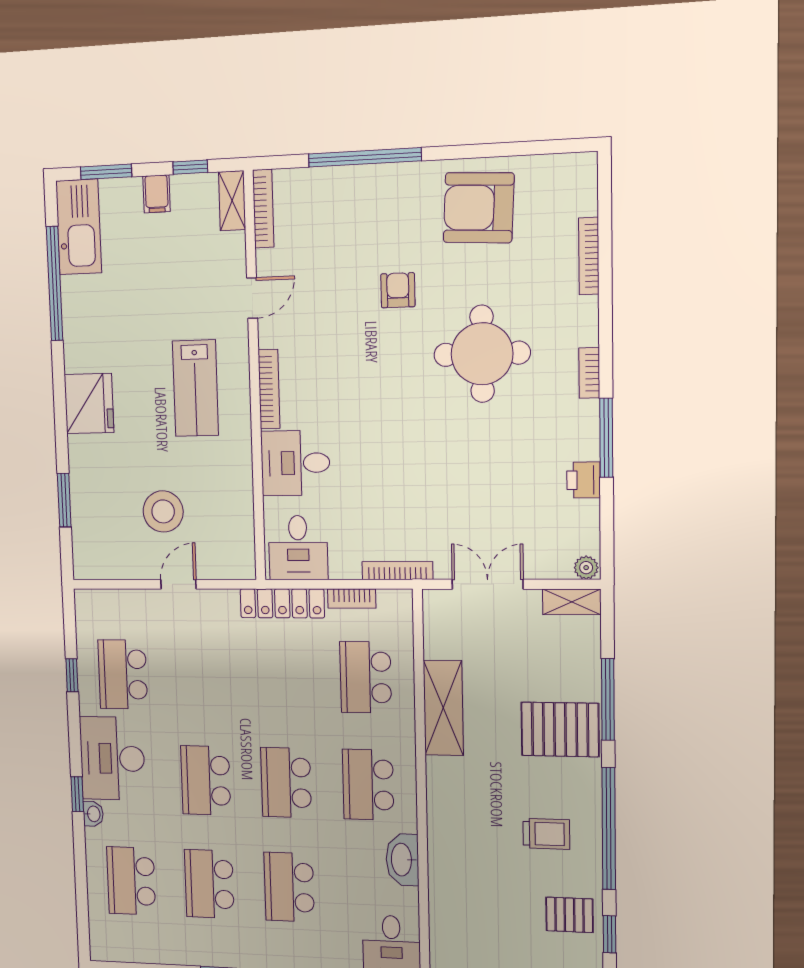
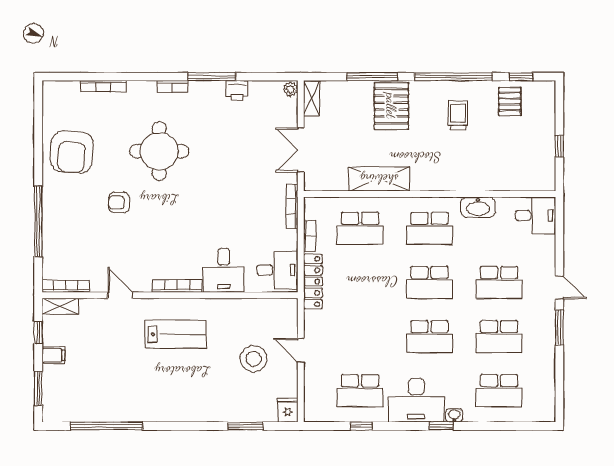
kitchen sink: (79, 227) -> (71, 408), removed
fridge: (89, 403) -> (288, 410), moved, width x0.53, depth x0.75

